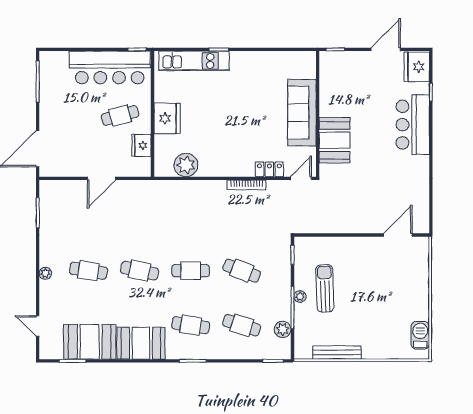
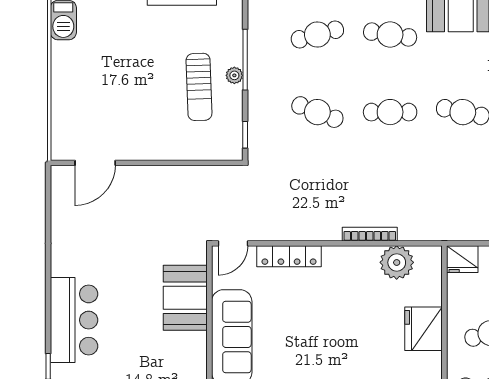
fridge: (141, 145) -> (462, 259), moved, turned 90
locker: (269, 169) -> (289, 256), width x1.53
bookcase: (246, 185) -> (370, 234), moved
cafe table: (242, 325) -> (317, 35), turned -33
plant: (283, 329) -> (259, 29), removed

